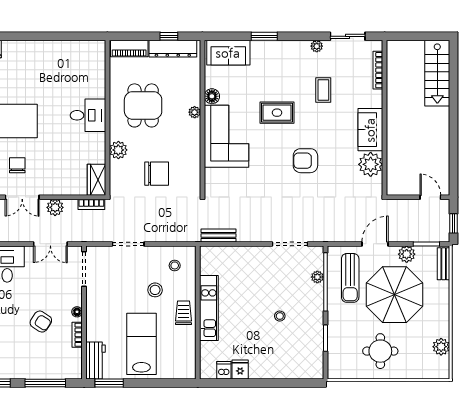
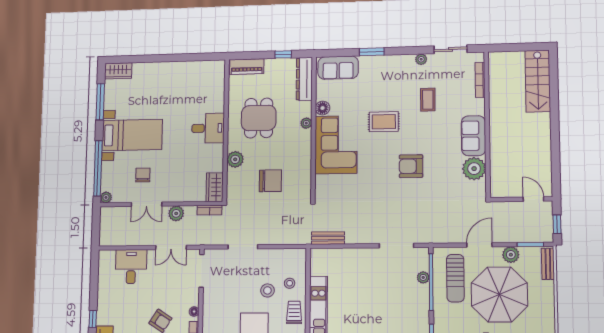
dresser: (173, 49) -> (304, 79), moved, turned 90
stool: (175, 265) -> (290, 283), moved
stool: (280, 316) -> (387, 316), removed

